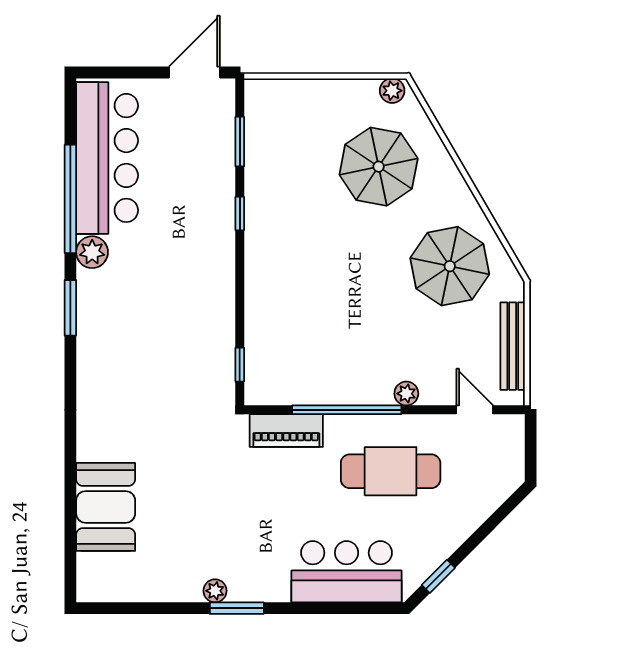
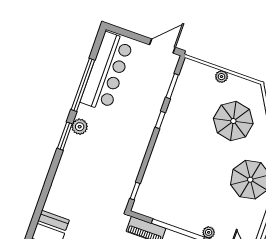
plant: (392, 91) -> (222, 77), moved
plant: (92, 252) -> (80, 127), moved

